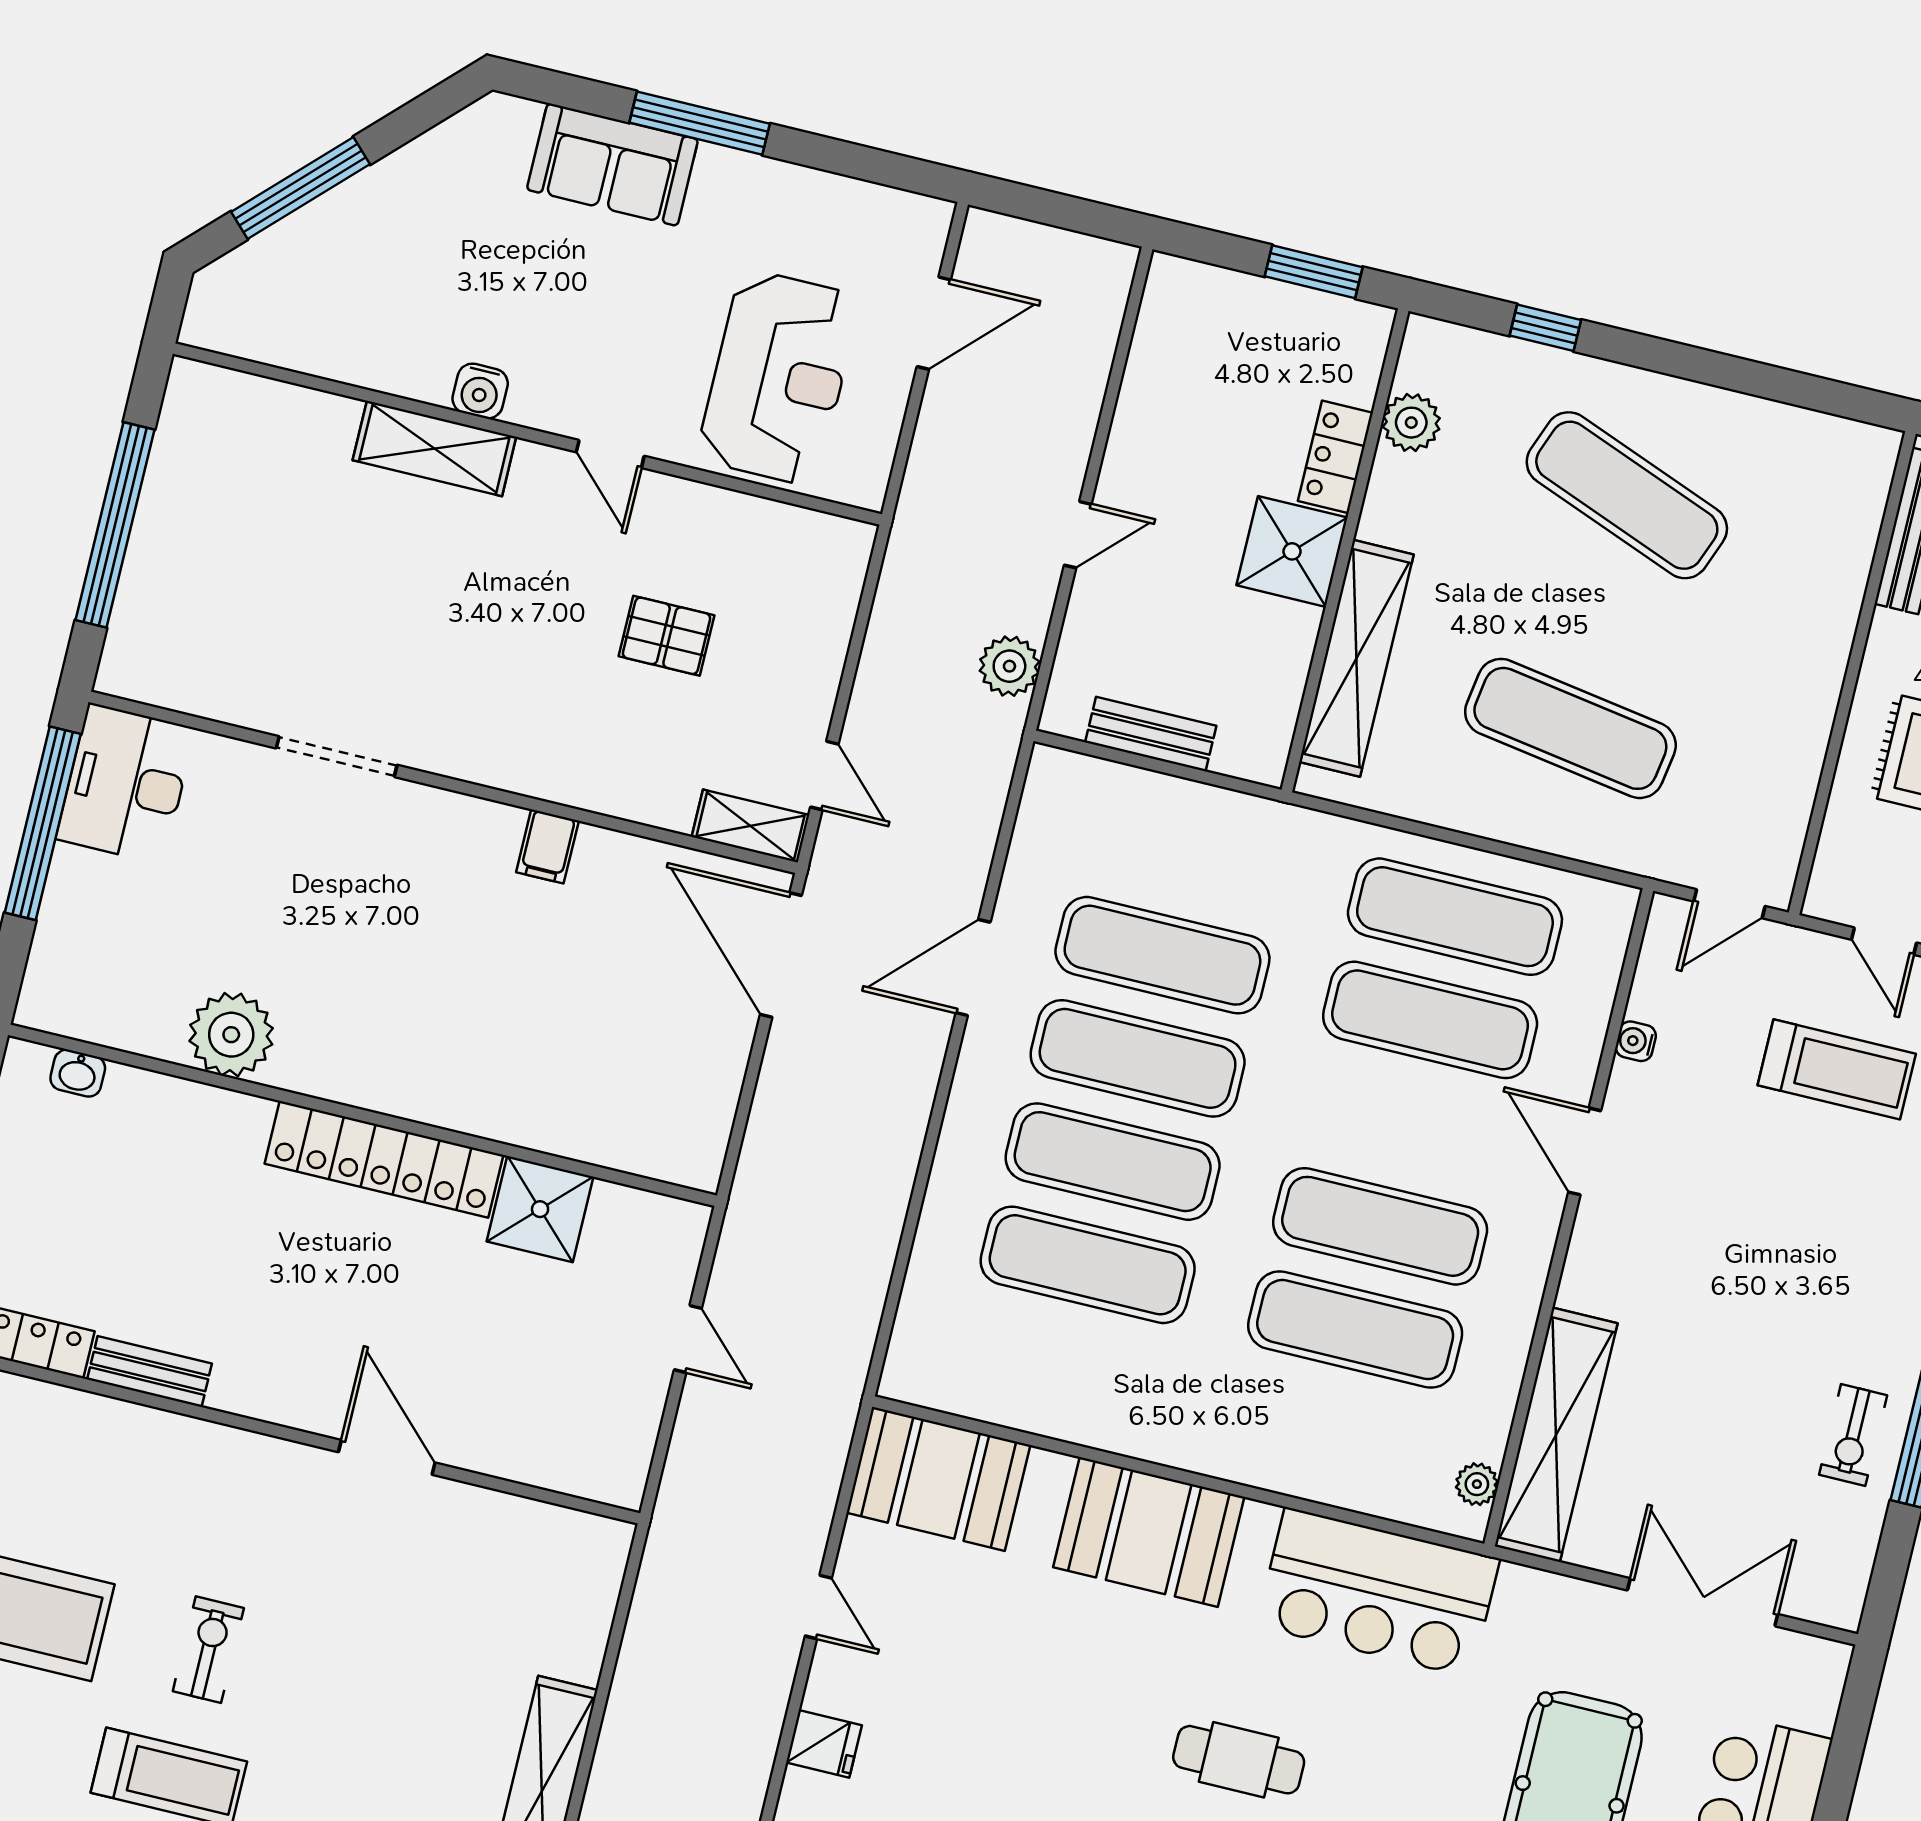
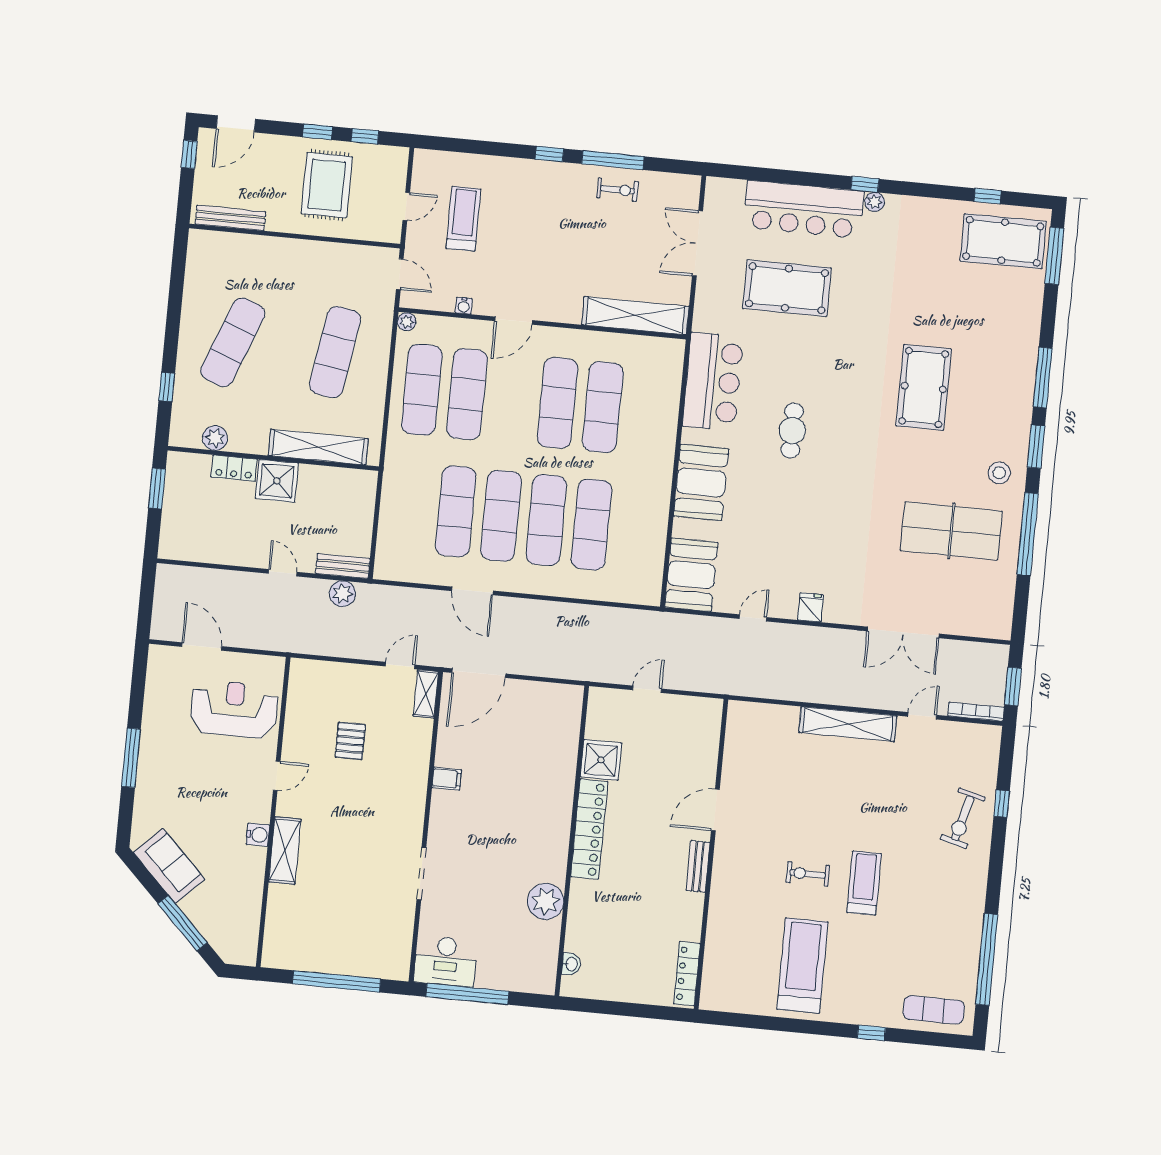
sofa: (612, 165) -> (169, 866), moved, turned -45
bench: (1151, 734) -> (343, 566), moved, turned 90
bench: (150, 1371) -> (698, 866), moved
plant: (1477, 1484) -> (407, 322), moved

